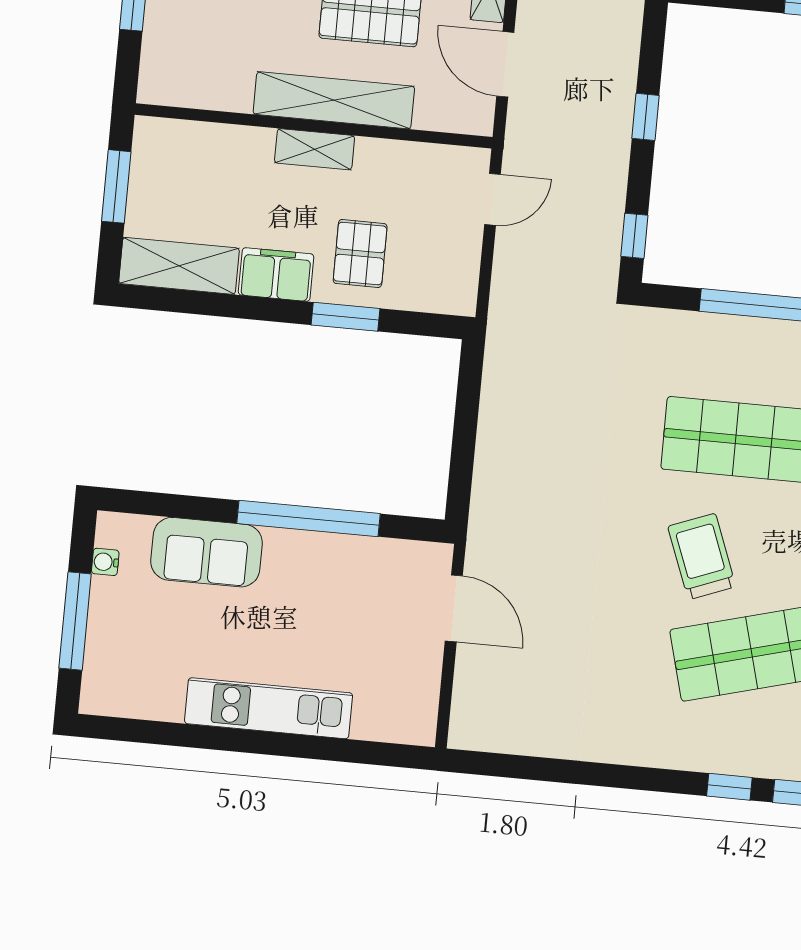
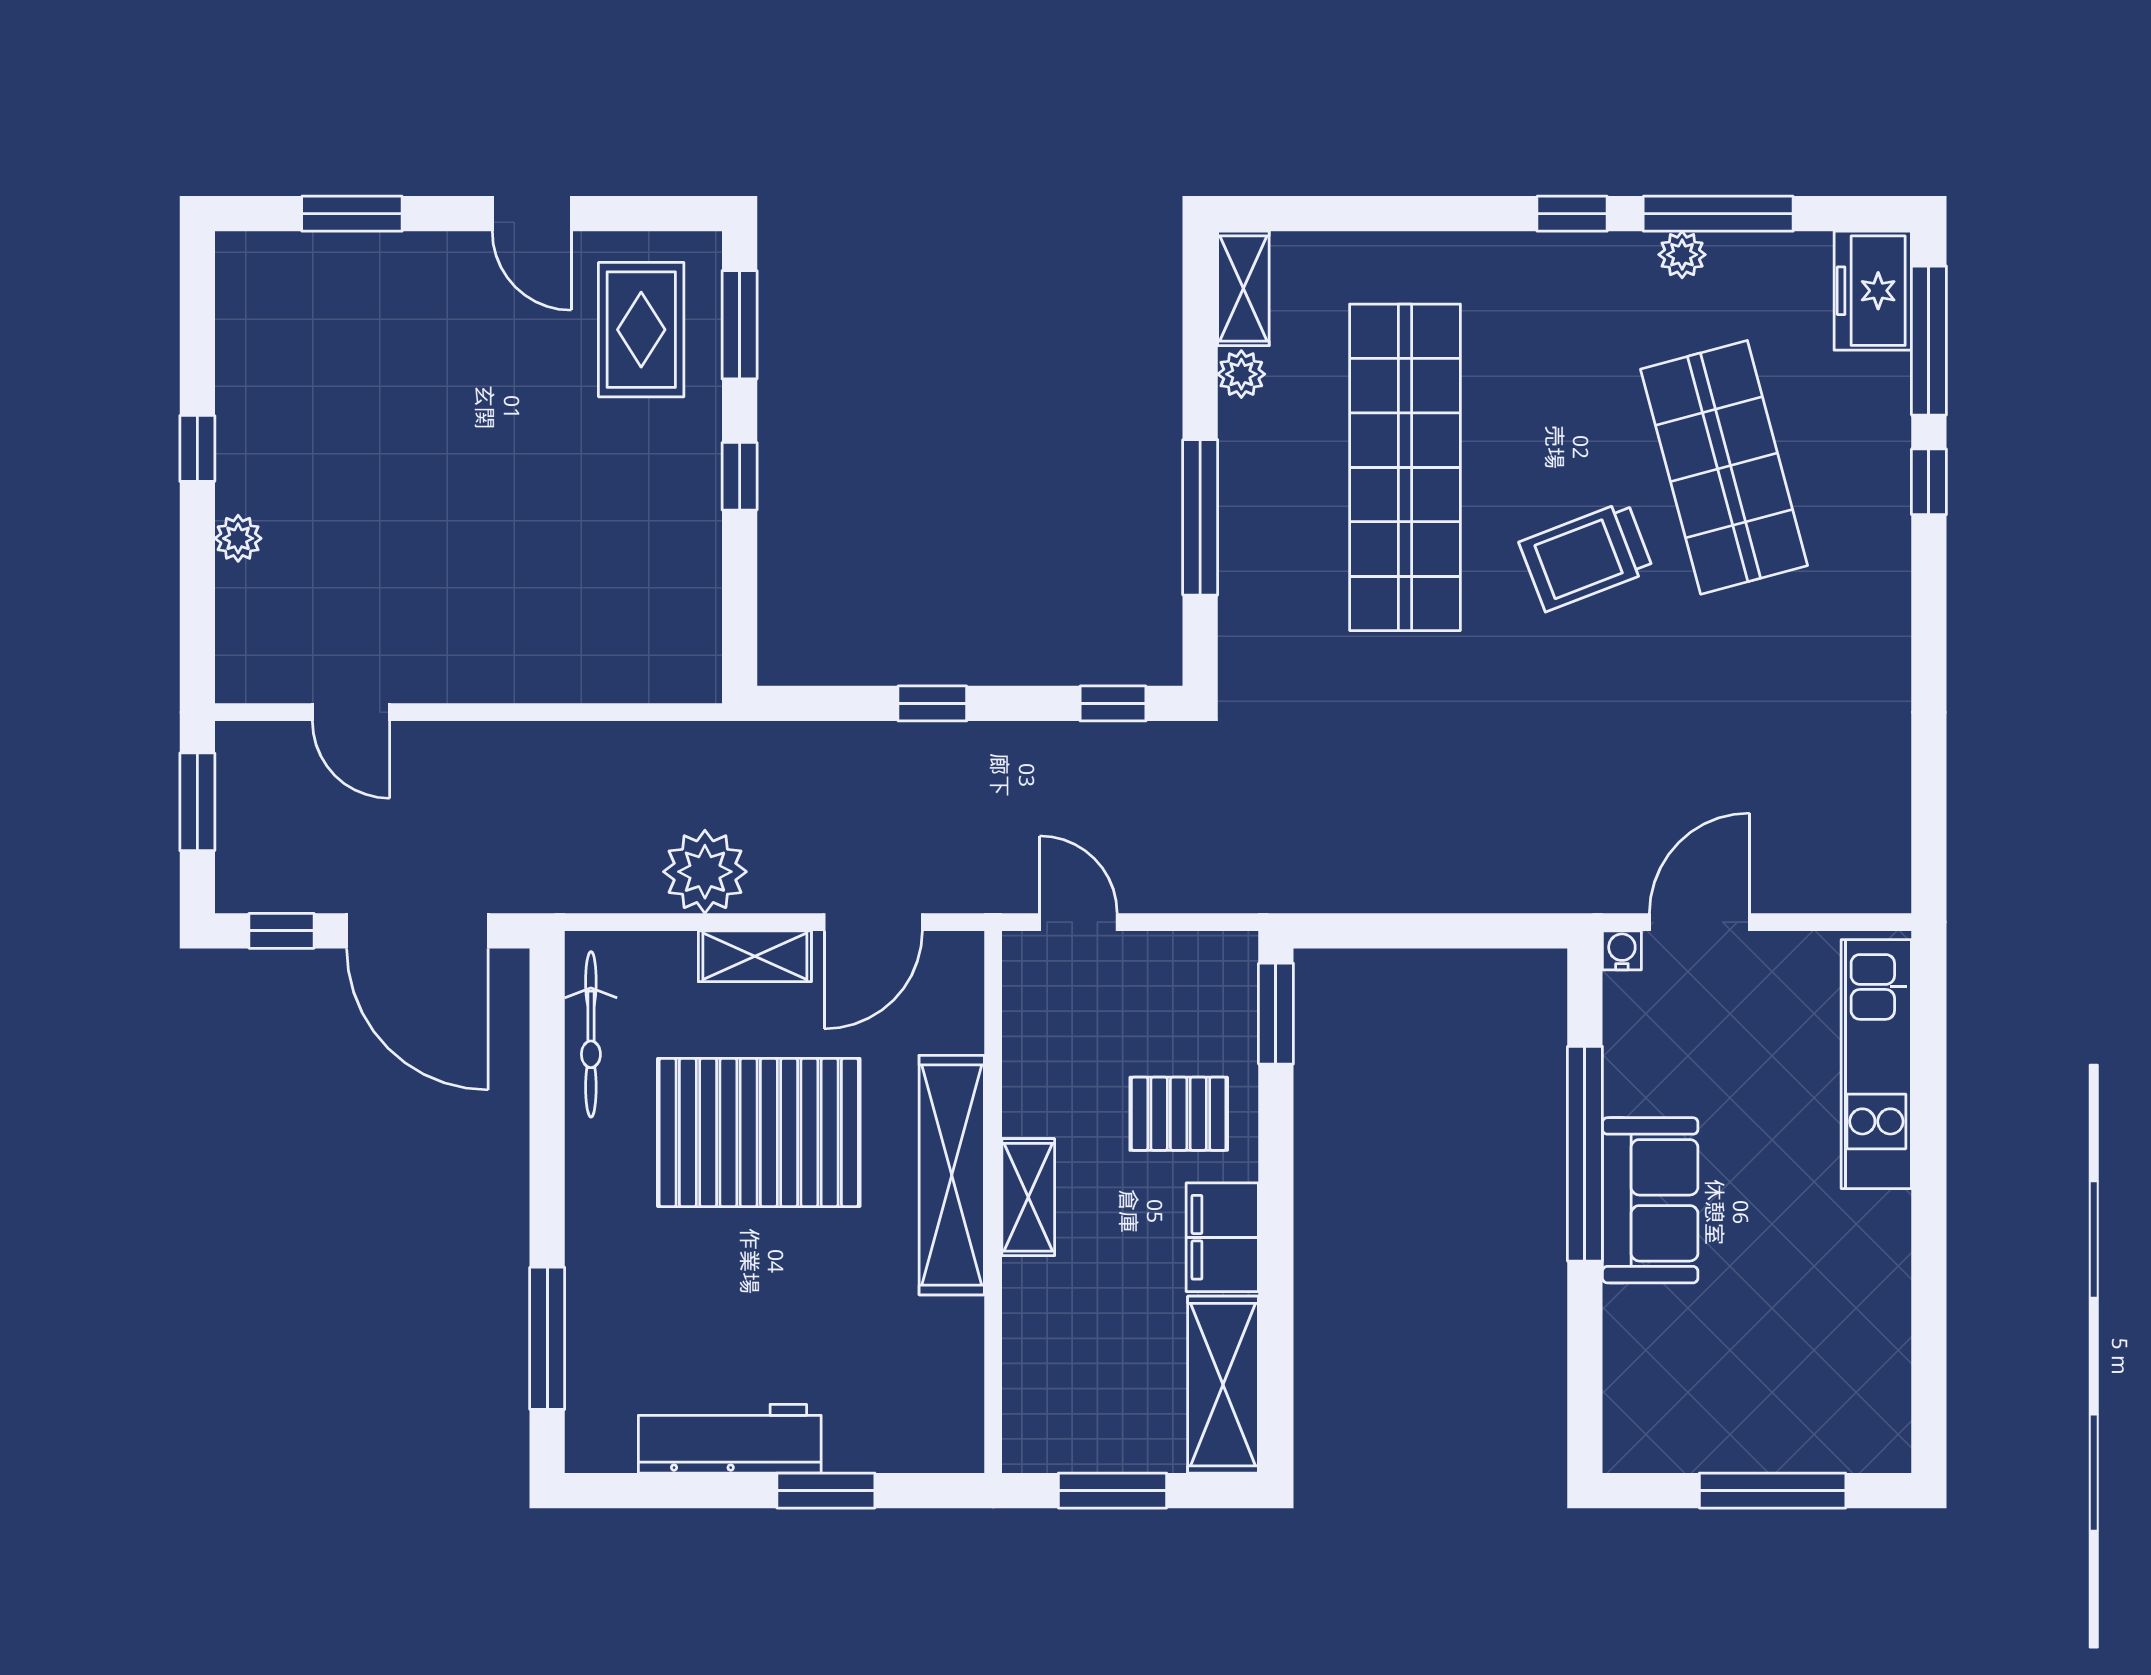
window: (346, 317) -> (1276, 1014), moved
sofa: (207, 552) -> (1650, 1200), moved
water cooler: (105, 562) -> (1622, 950), moved, turned 180
kitchen unit: (269, 708) -> (1876, 1064), moved

